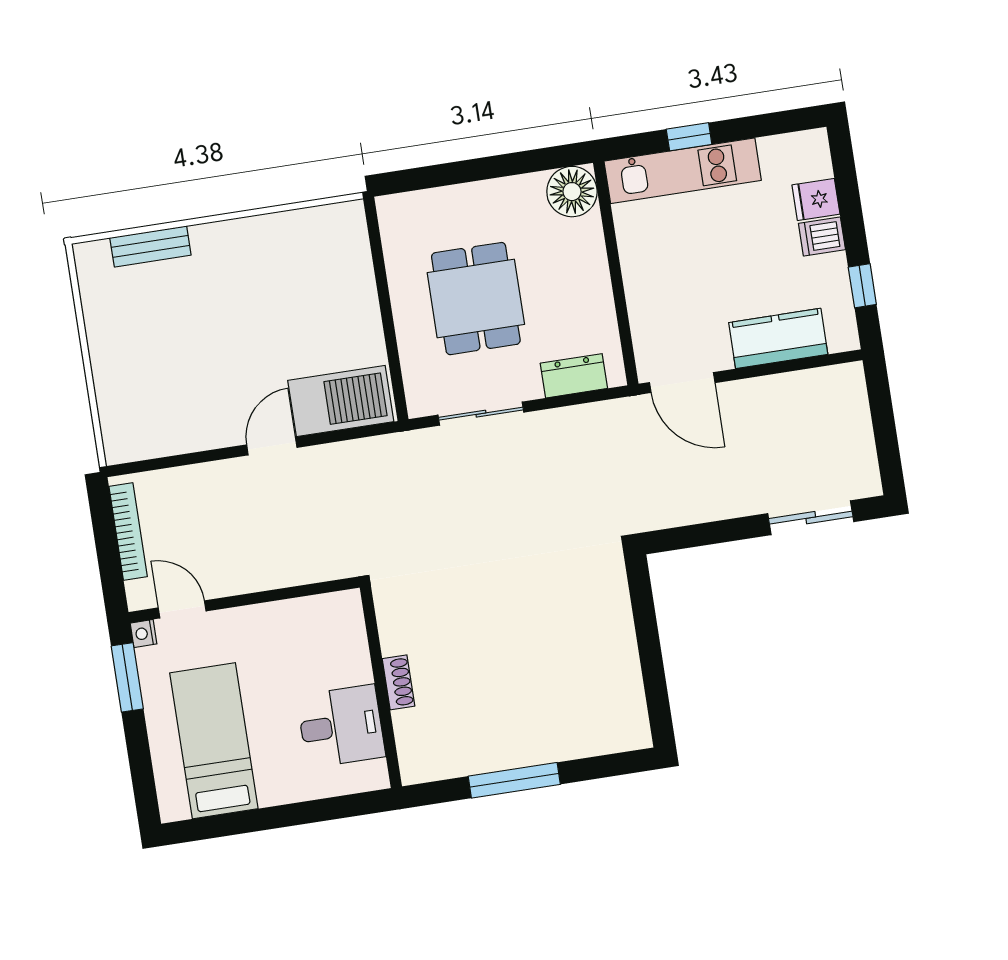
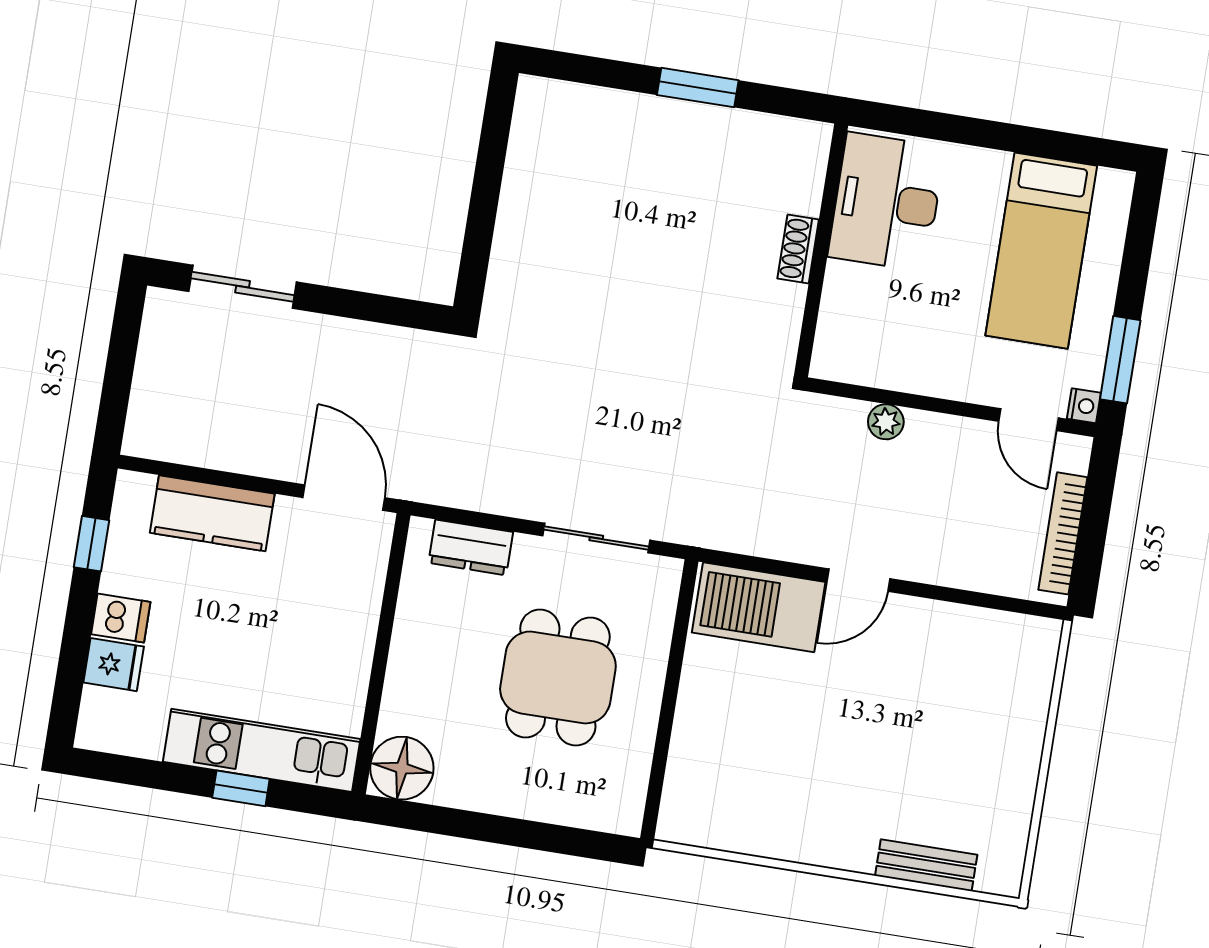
plant: (290, 573) -> (886, 422), added
desk: (341, 726) -> (886, 202), width x1.37
window: (514, 780) -> (698, 88), width x0.69

